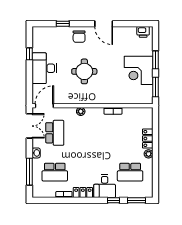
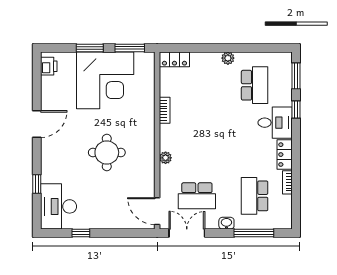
chair: (79, 37) -> (56, 160), removed
desk: (44, 68) -> (59, 206), moved, turned 90
corner desk: (139, 70) -> (105, 80), width x1.36, depth x1.36
school desk: (55, 133) -> (197, 196), turned 180
locker: (148, 138) -> (174, 59), moved
school desk: (55, 172) -> (255, 196), turned 180

